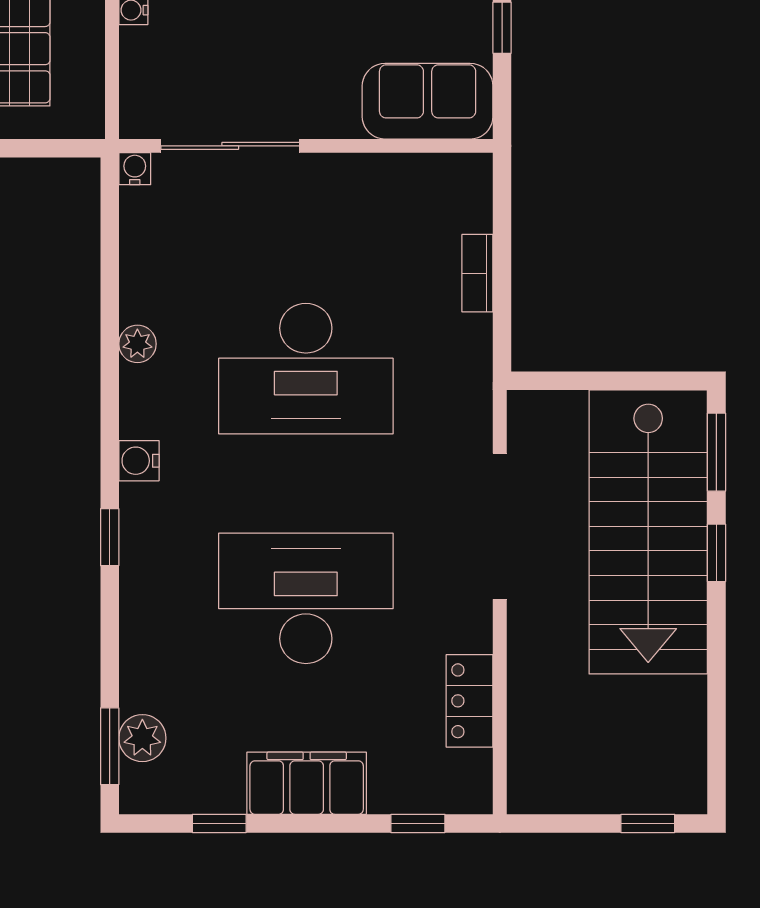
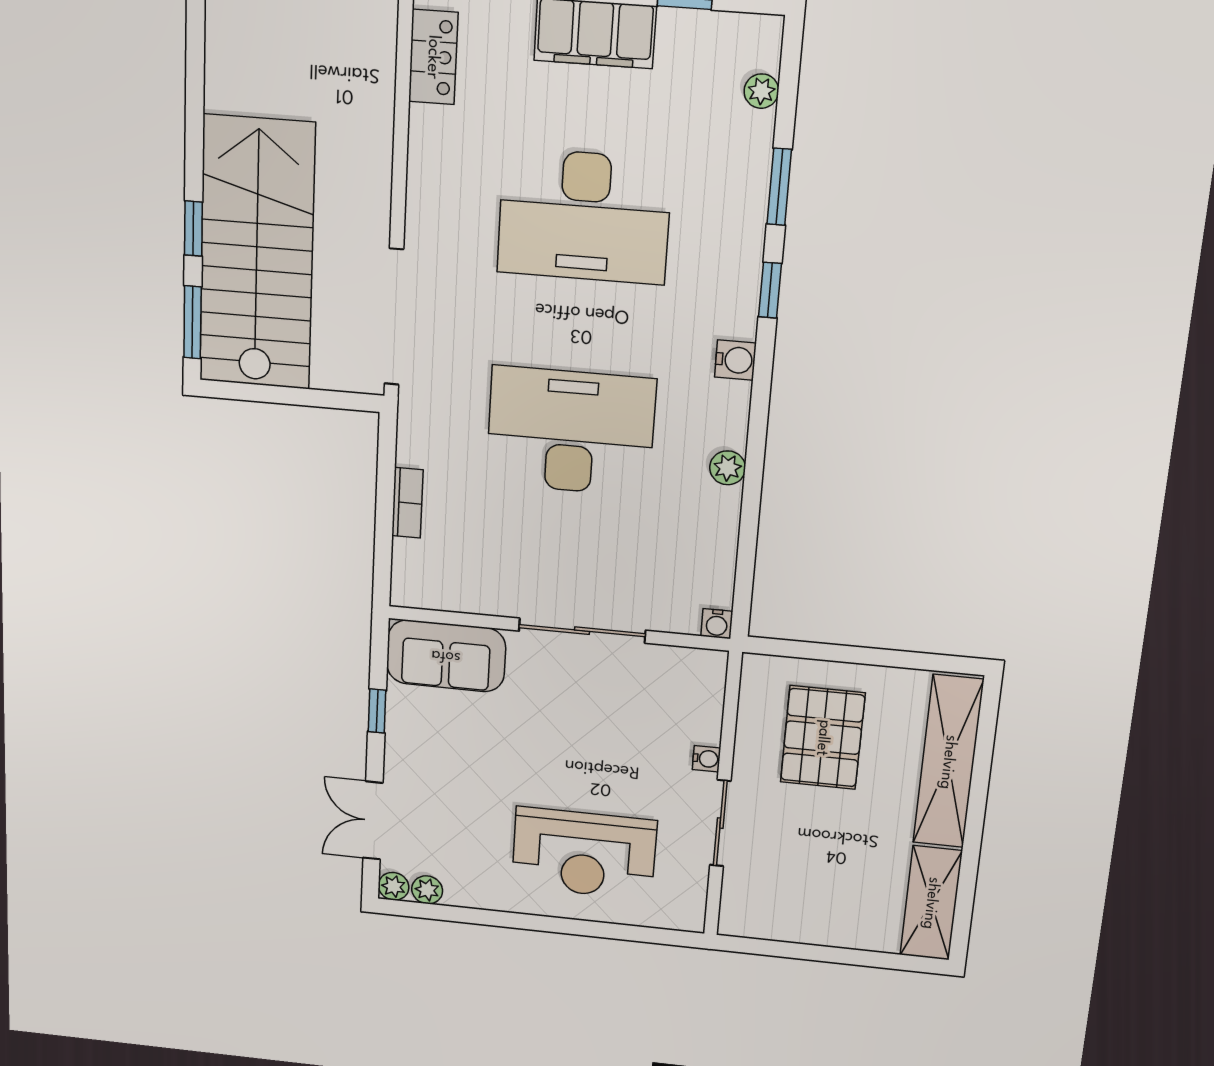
sliding door: (230, 146) -> (582, 631), moved
doorway: (500, 526) -> (394, 317), moved
locker: (470, 701) -> (433, 57), moved
plant: (142, 738) -> (761, 91), width x0.73, depth x0.73
window: (110, 746) -> (779, 187), moved

